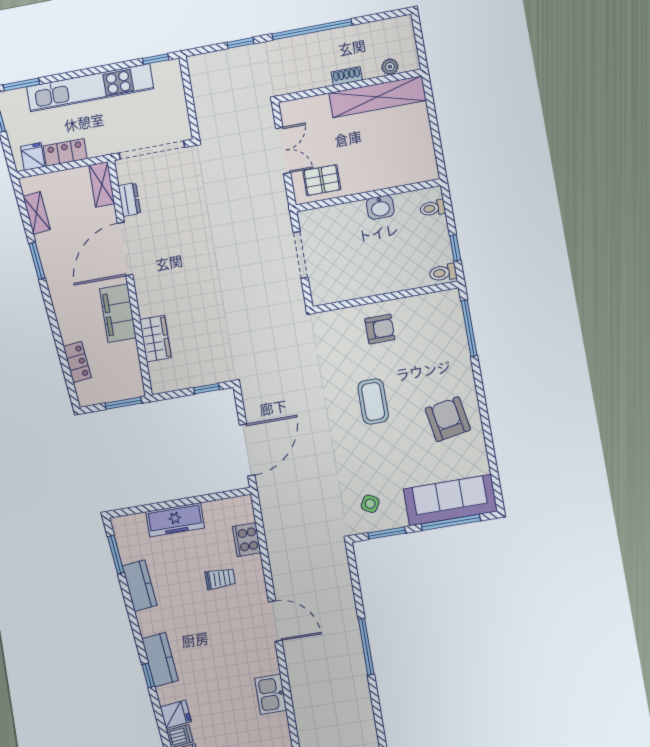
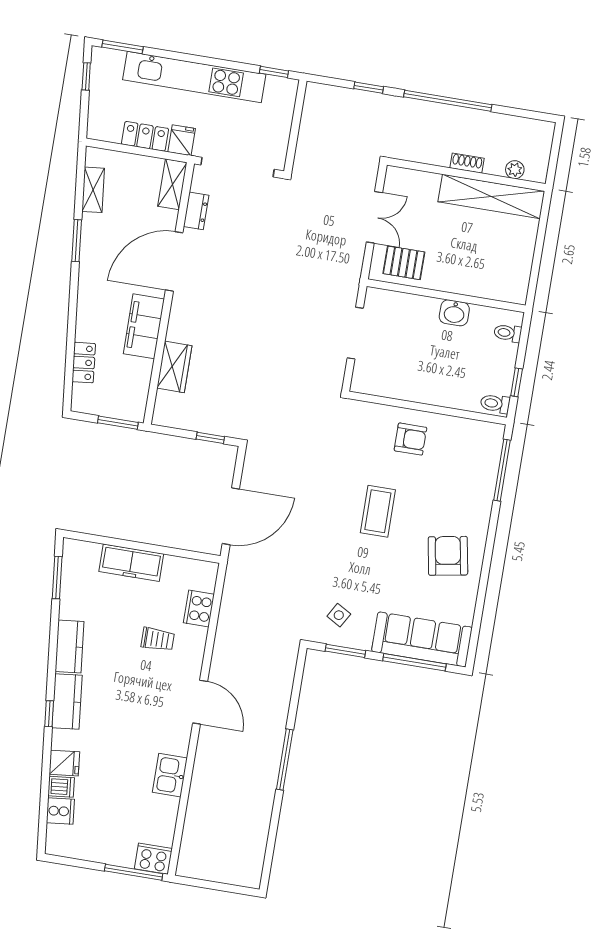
fridge: (33, 157) -> (182, 140), moved
kitchen counter: (140, 586) -> (70, 647), moved

